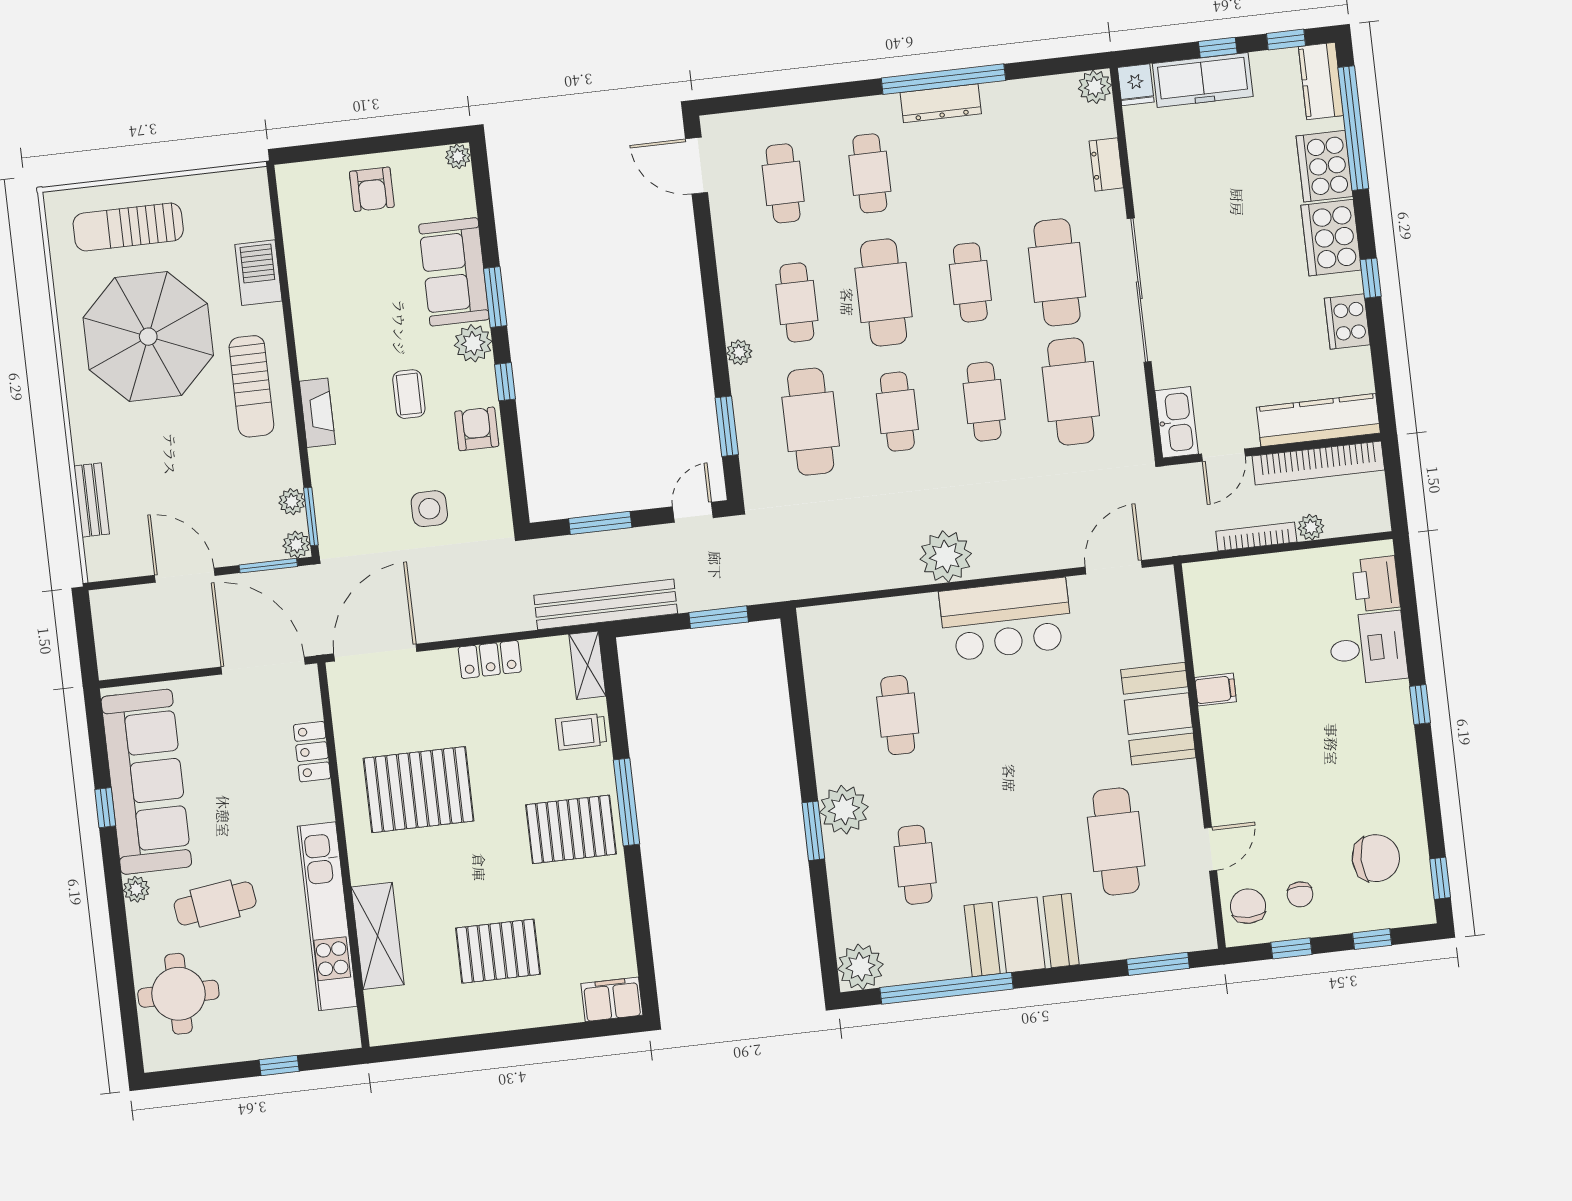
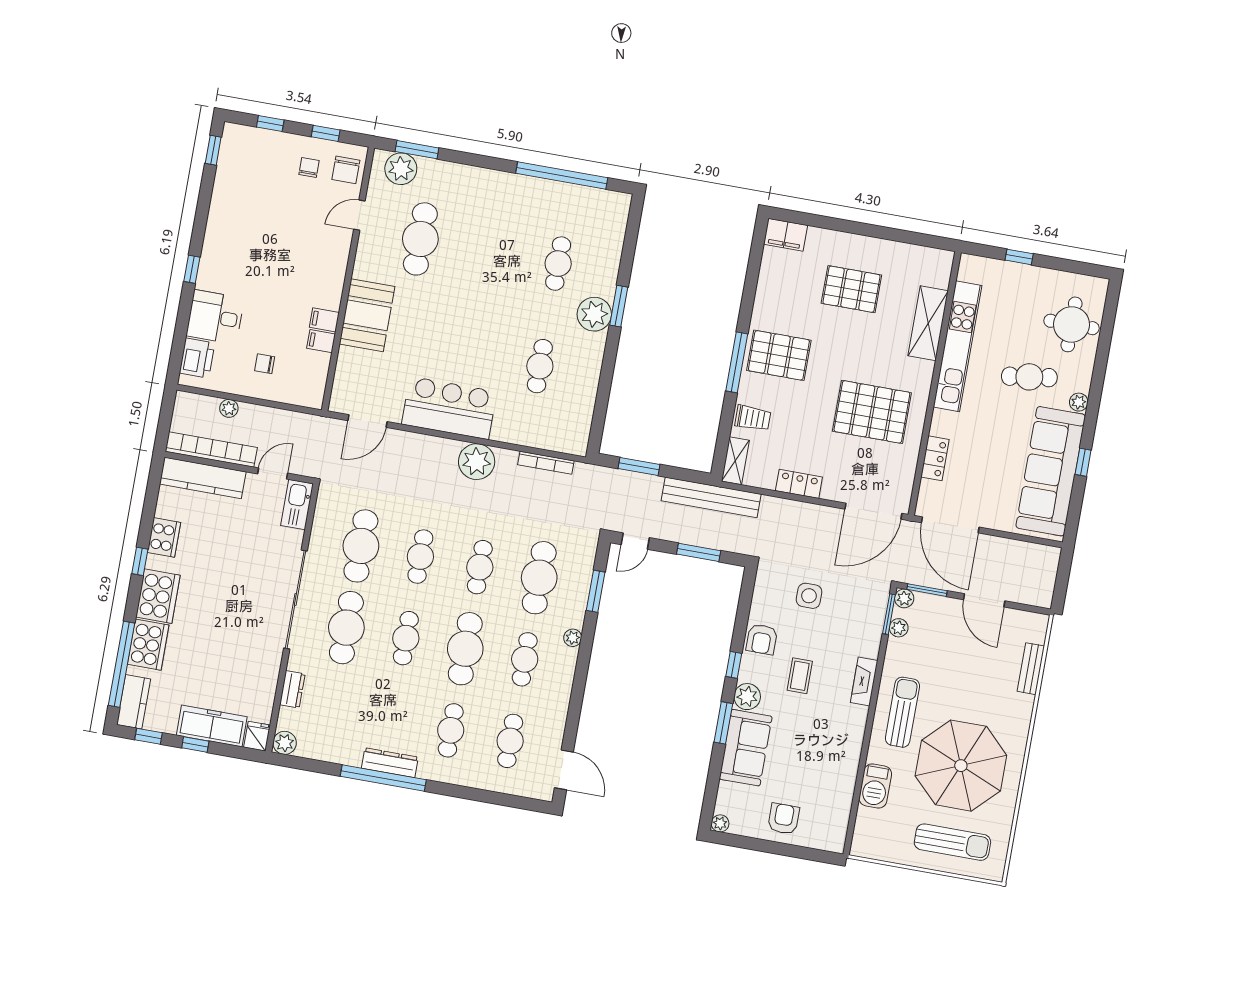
bookcase: (1256, 537) -> (546, 463), moved
filing cabinet: (1211, 659) -> (321, 341), added
chair: (1376, 858) -> (265, 364), moved, width x0.54, depth x0.54
booth: (1022, 935) -> (501, 196), removed
plant: (860, 967) -> (401, 169), moved

